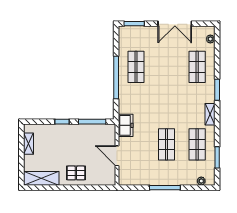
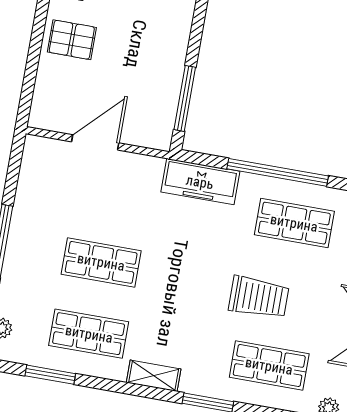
trolley: (170, 76) -> (259, 297), added
window: (62, 122) -> (197, 28), removed
freezer: (126, 125) -> (200, 182), moved, width x1.40
pallet: (76, 173) -> (72, 40), turned 90

